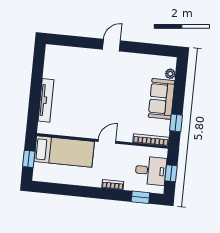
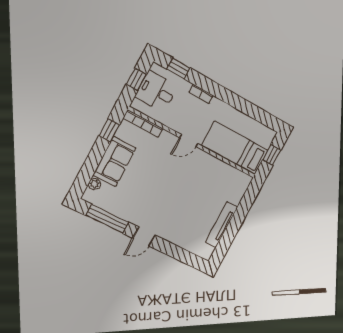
window: (148, 49) -> (107, 219), added
tv unit: (46, 100) -> (222, 225), moved

